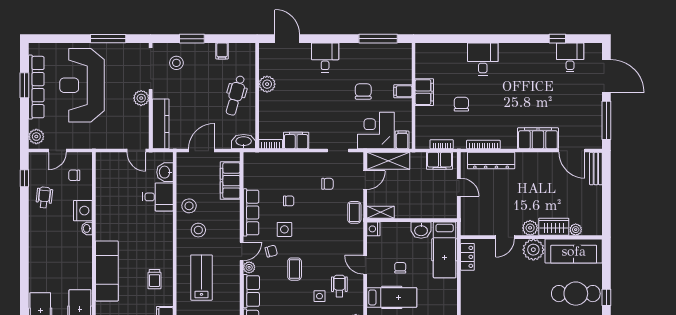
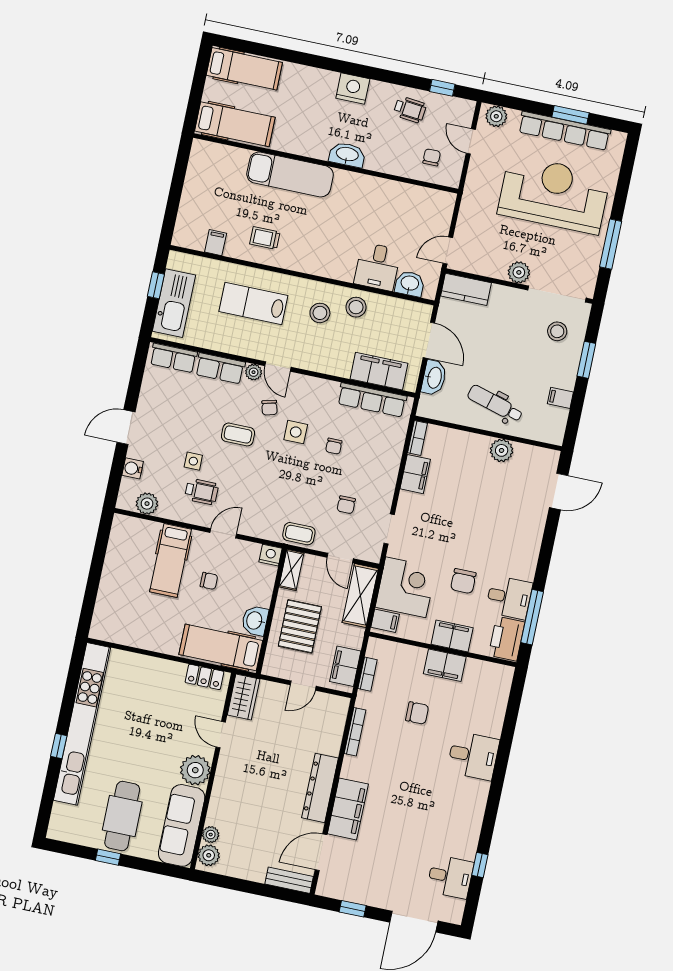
printer: (397, 53) -> (507, 639), added
desk: (325, 57) -> (509, 597), moved
chair: (363, 91) -> (463, 581), turned 90
filing cabinet: (403, 91) -> (452, 636), width x2.00
window: (606, 120) -> (353, 909), width x0.46
kitchen counter: (161, 124) -> (466, 289), width x0.67
washbasin: (244, 142) -> (434, 378), moved
dresser: (491, 161) -> (320, 788), moved
pallet: (418, 198) -> (300, 626), added
nightstand: (83, 211) -> (353, 88), moved, turned 180
row of seats: (251, 212) -> (372, 400), moved
wardrobe: (554, 227) -> (244, 697), moved
washbasin: (87, 228) -> (347, 155), width x1.91, depth x1.45
plant: (530, 228) -> (209, 855), moved
lab bench: (201, 278) -> (253, 303), turned 180

